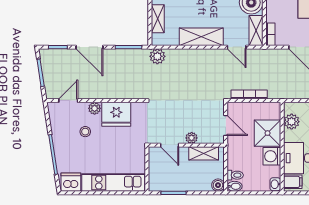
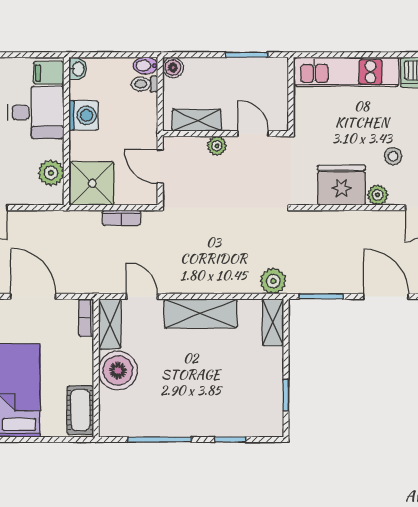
shelving: (158, 19) -> (273, 322), moved
bookcase: (249, 94) -> (121, 218), width x0.64
shower: (268, 133) -> (92, 183), moved

